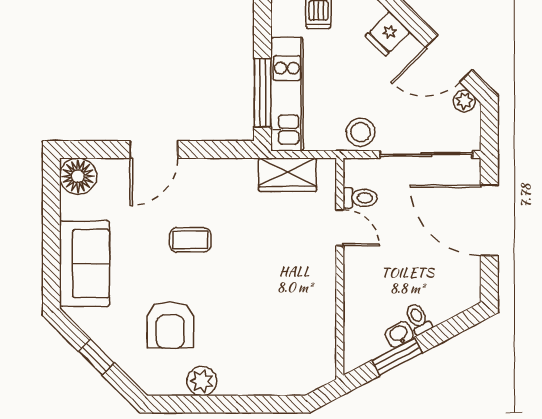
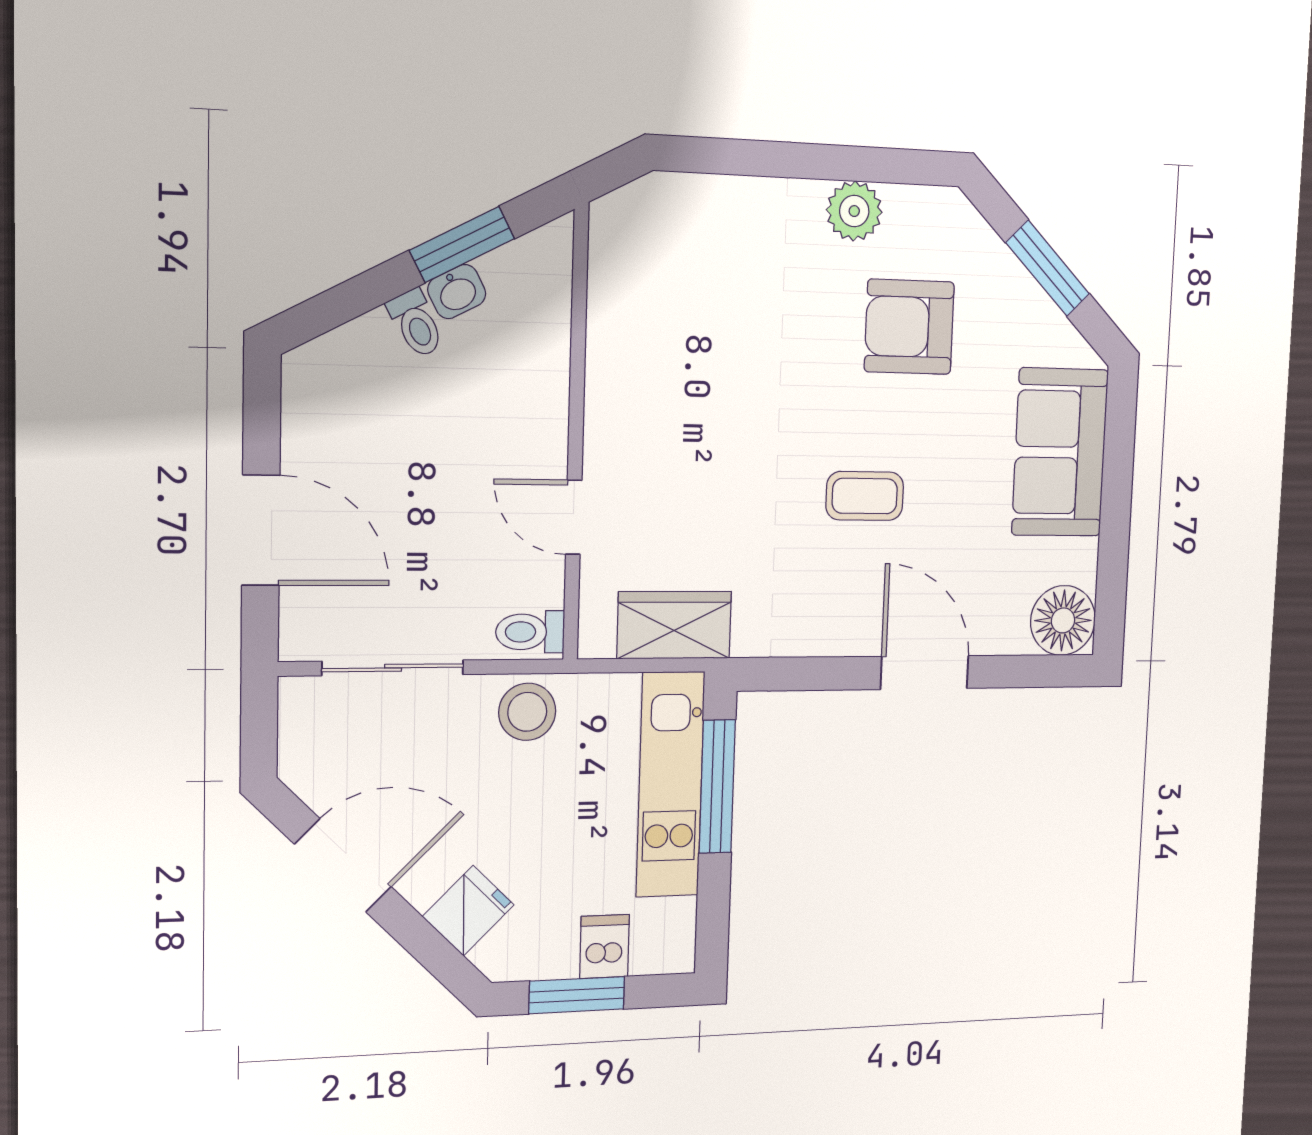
plant: (464, 101) -> (312, 780), removed
door: (154, 150) -> (925, 672), hinge flipped
sliding door: (426, 155) -> (393, 668), width x0.73
toilet: (360, 198) -> (530, 632), moved
door: (489, 220) -> (261, 530), width x0.73
armchair: (170, 325) -> (909, 327), turned -90
window: (96, 357) -> (1048, 268), width x1.50

